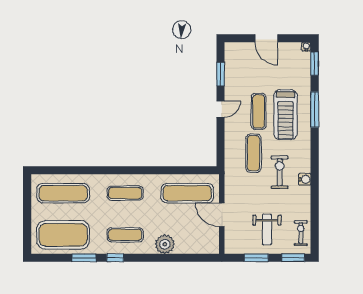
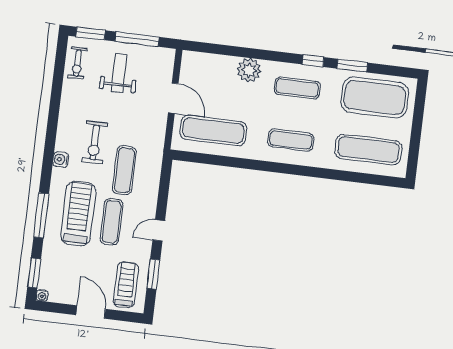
treadmill: (241, 63) -> (126, 285), added
water cooler: (305, 179) -> (61, 159), moved
window: (256, 258) -> (137, 39), width x1.44

